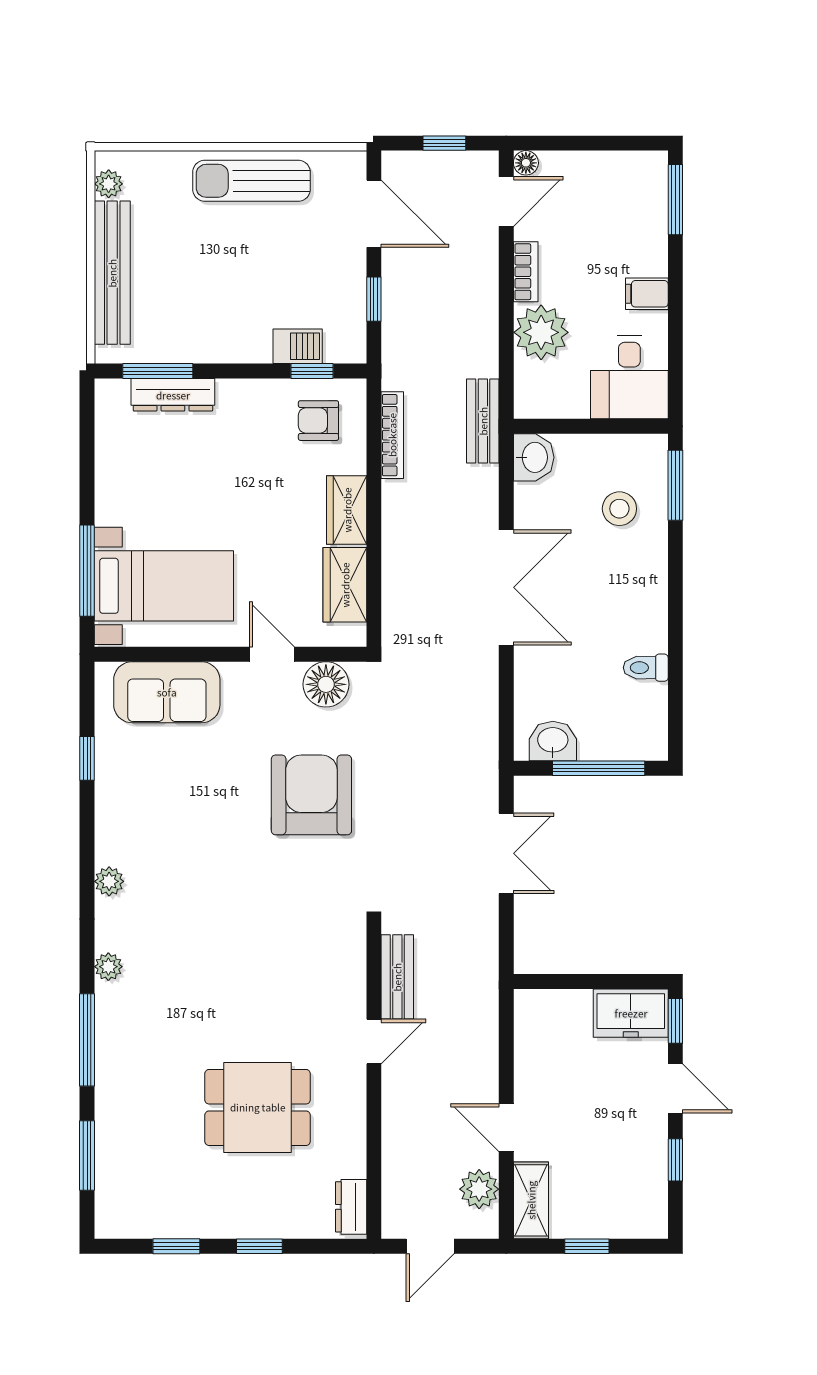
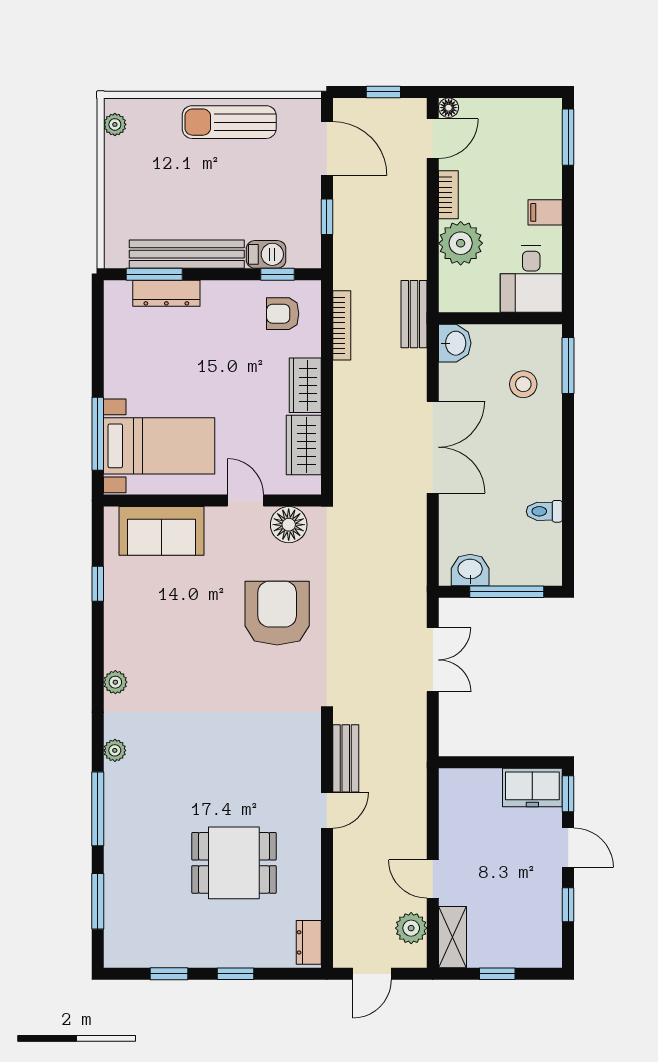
bench: (112, 273) -> (187, 254), moved, turned 90

